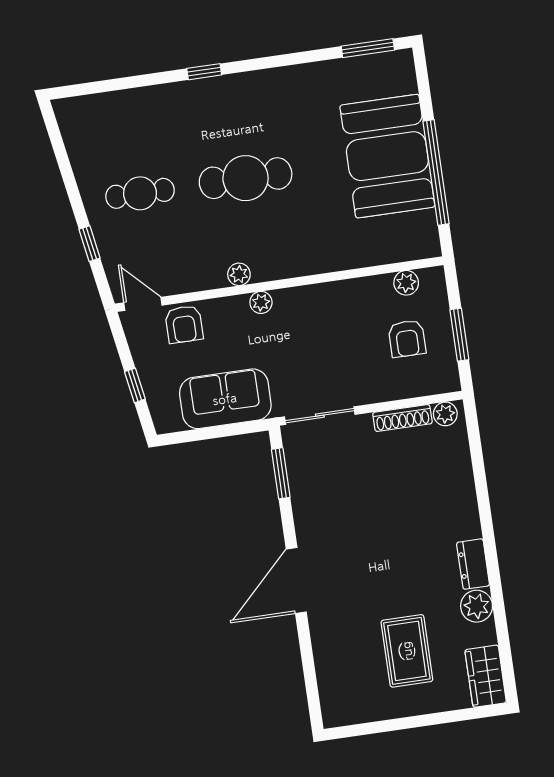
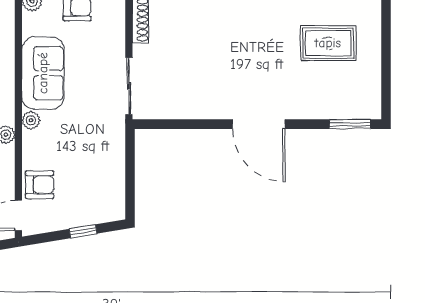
sofa: (225, 399) -> (43, 73), moved, turned 180
window: (281, 473) -> (350, 124), moved

